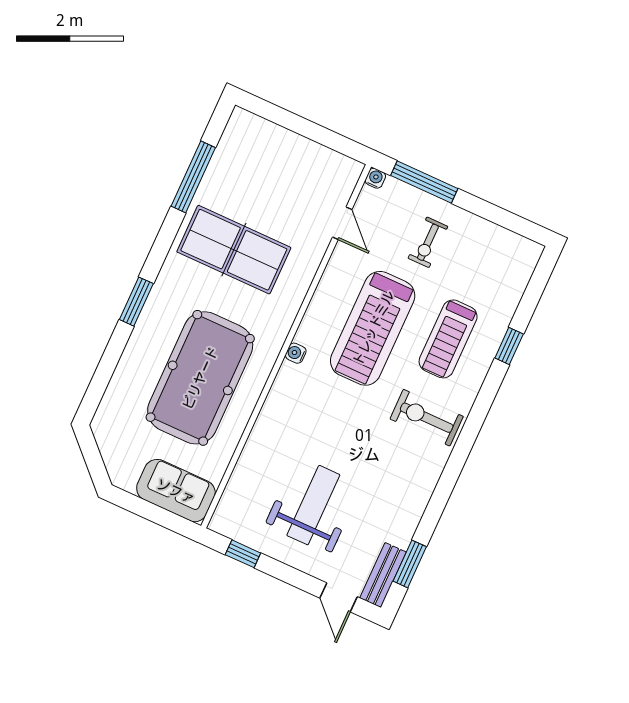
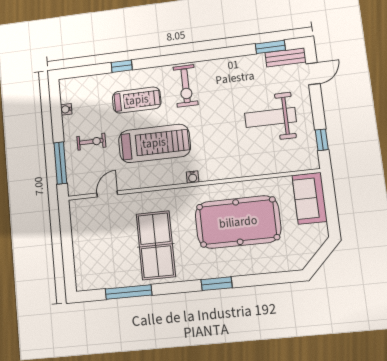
water cooler: (375, 178) -> (66, 109), moved

